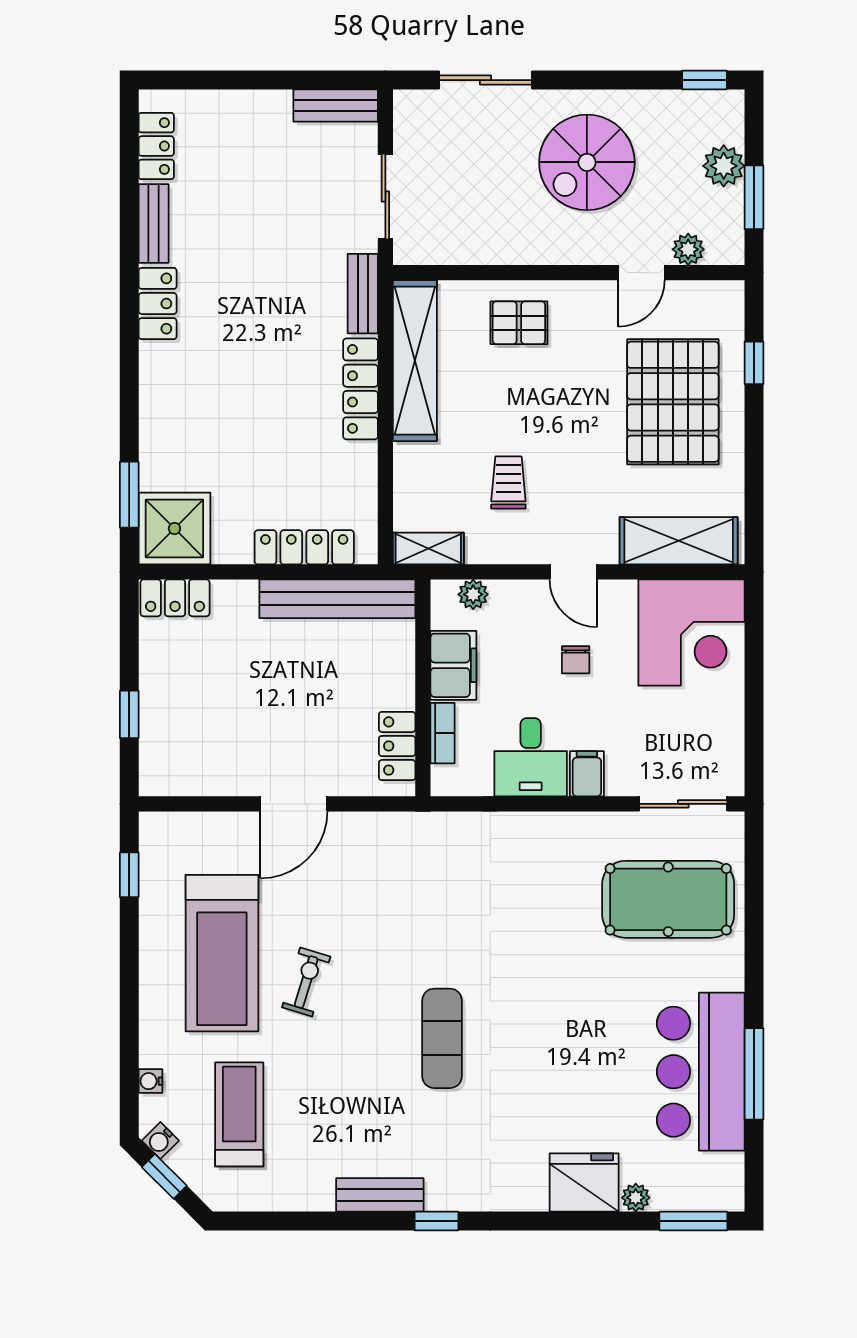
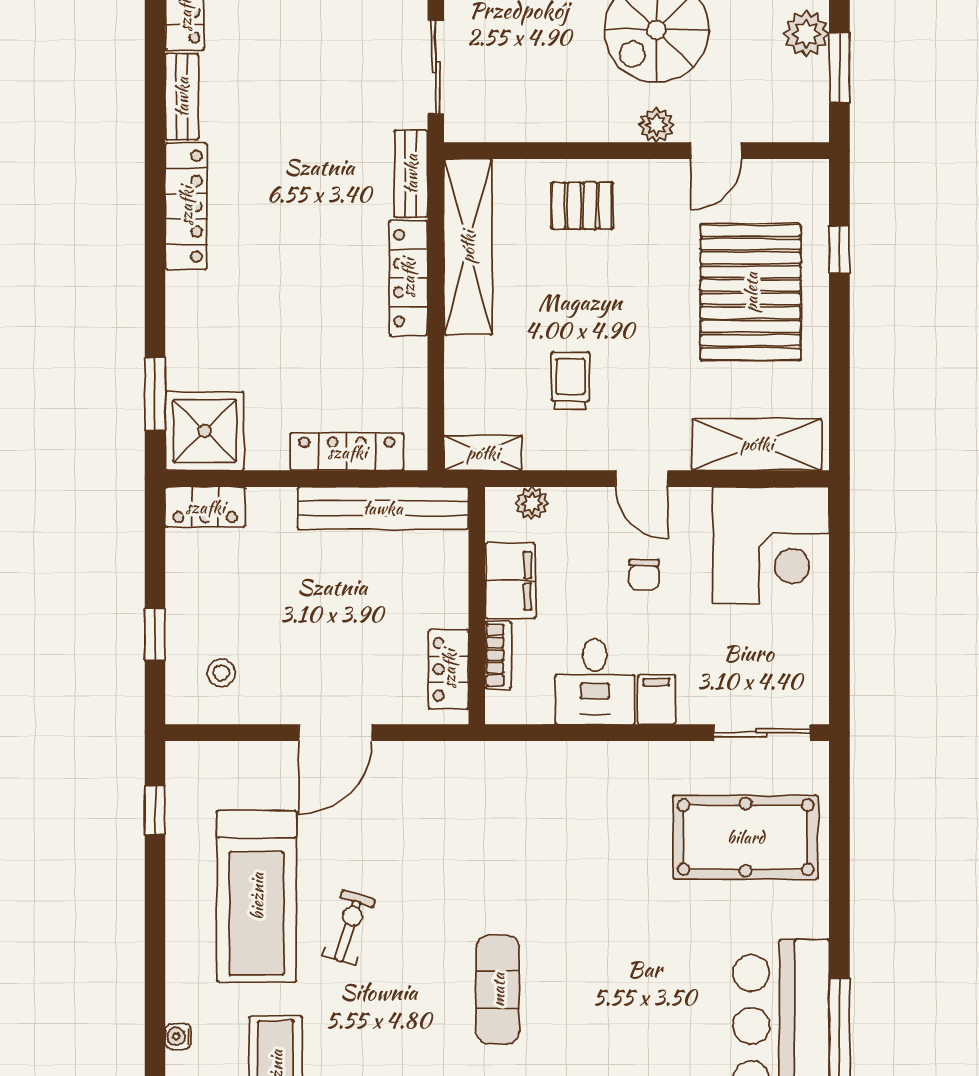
plant: (688, 249) -> (656, 125), moved
locker: (158, 304) -> (186, 206), width x1.53
stool: (190, 749) -> (221, 673), added

